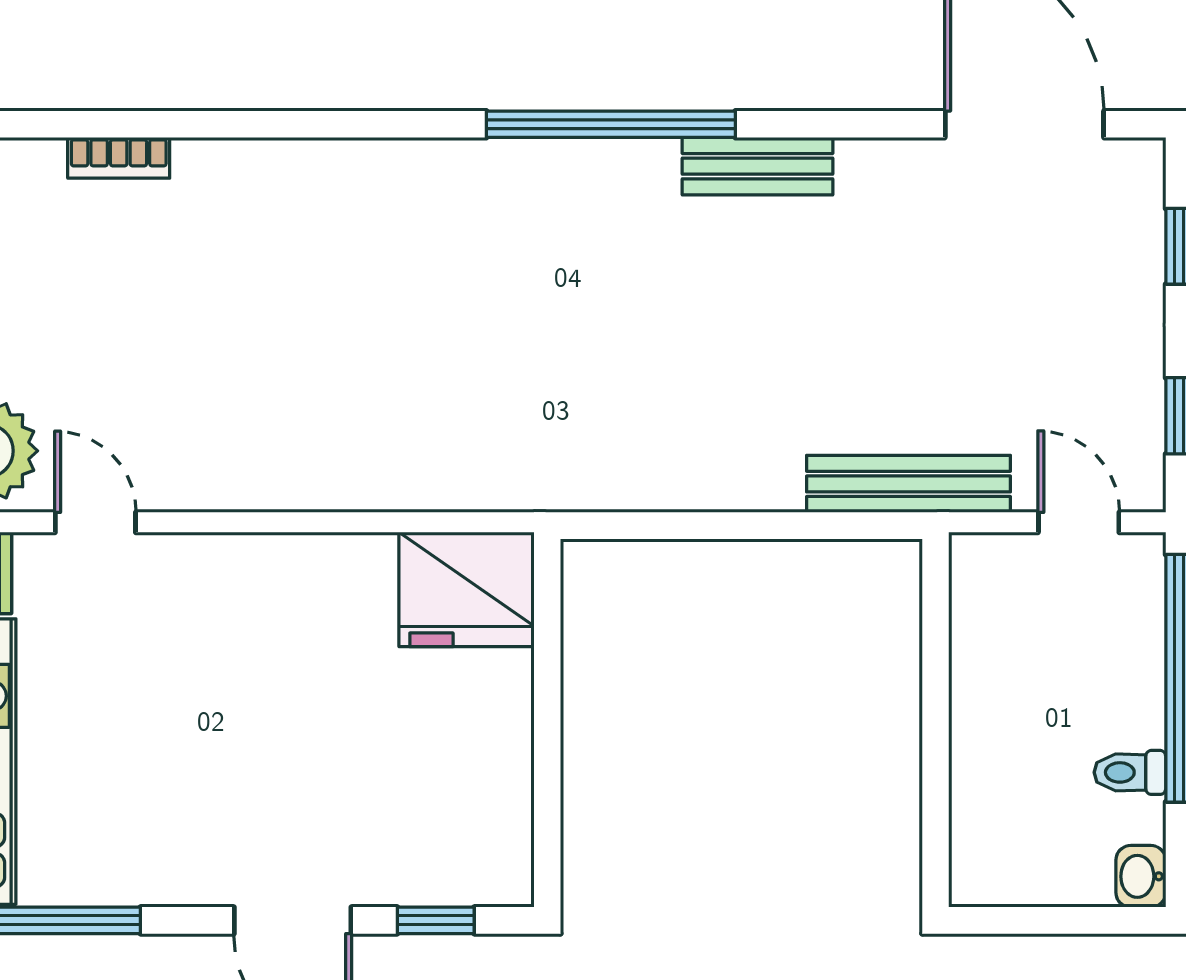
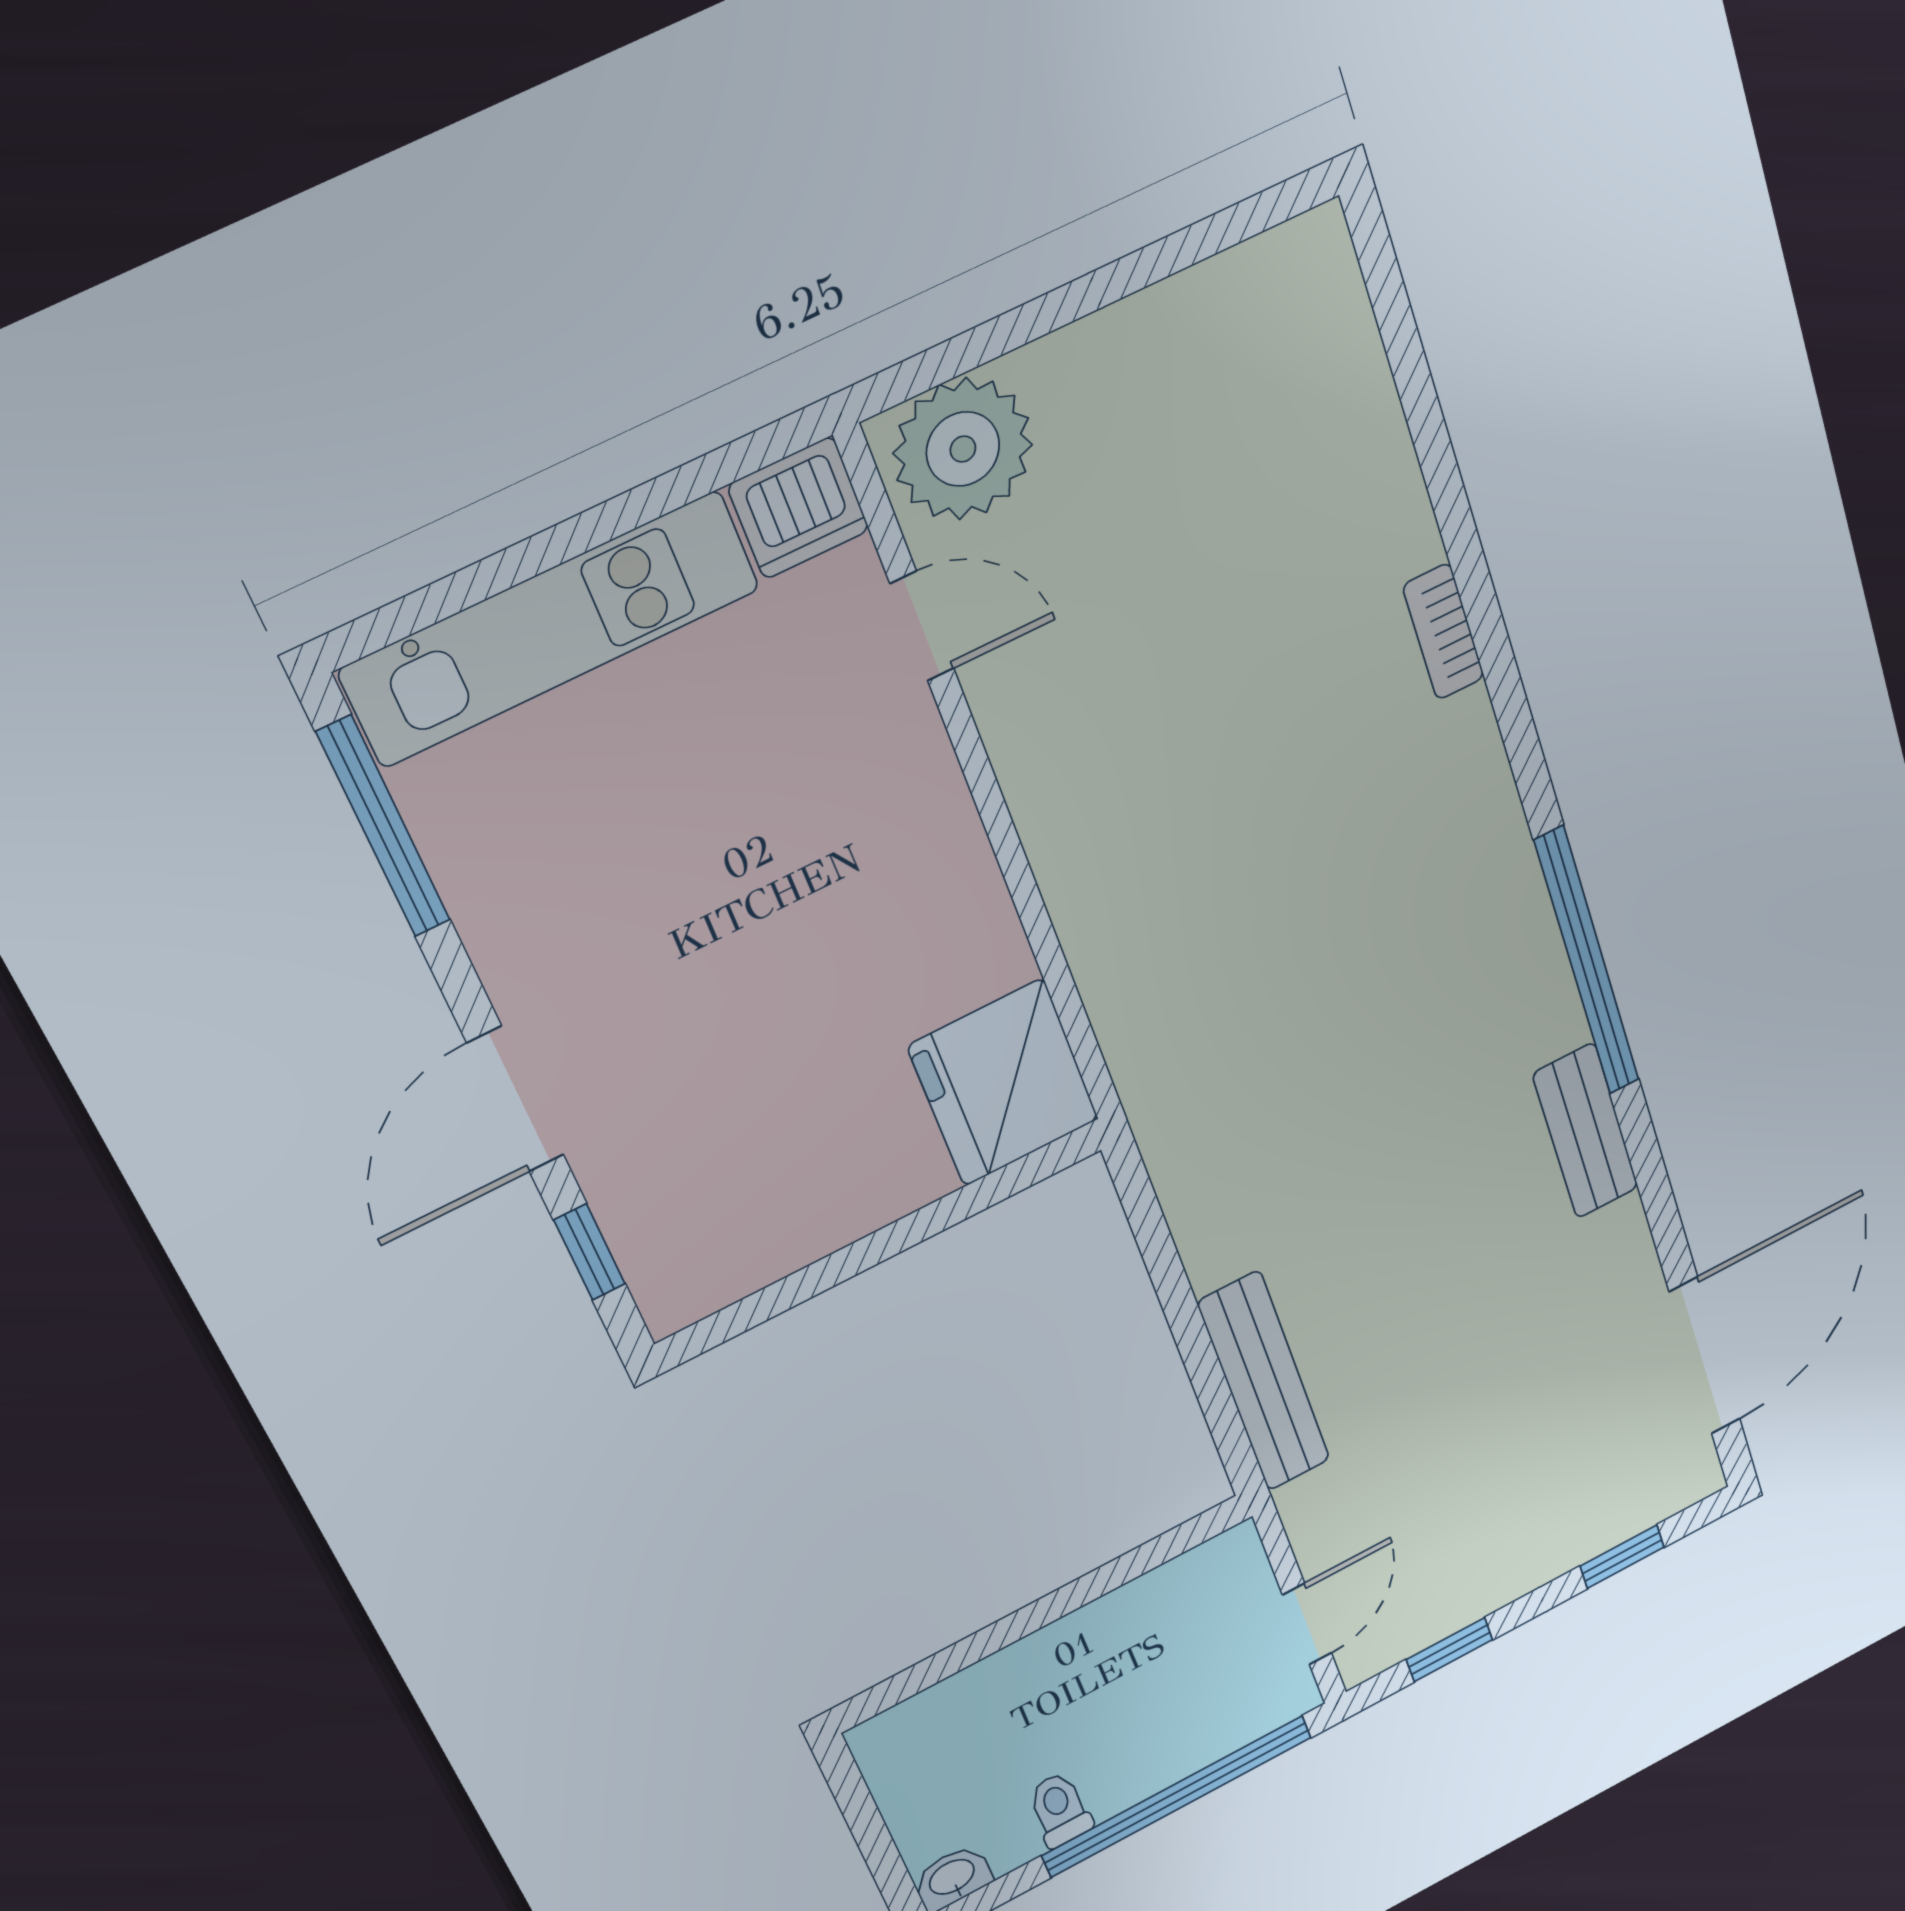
bookcase: (119, 158) -> (1443, 632), moved
bench: (908, 484) -> (1264, 1382), moved
door: (95, 522) -> (922, 626), hinge flipped

